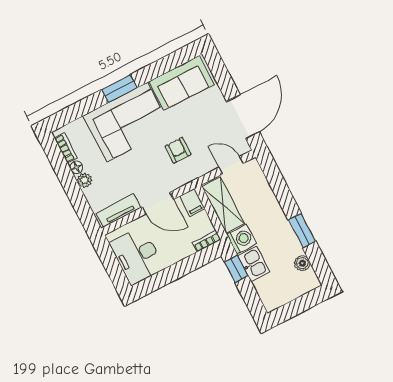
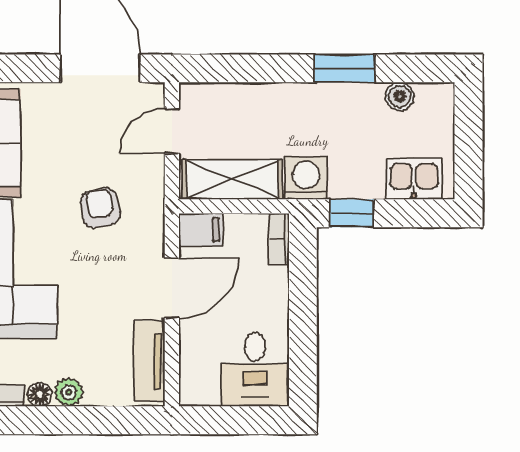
armchair: (178, 150) -> (100, 208), turned 79
desk: (137, 256) -> (255, 370), width x0.73
kitchen sink: (254, 264) -> (414, 179), moved

